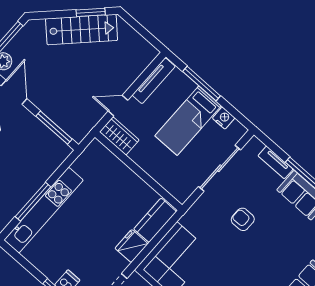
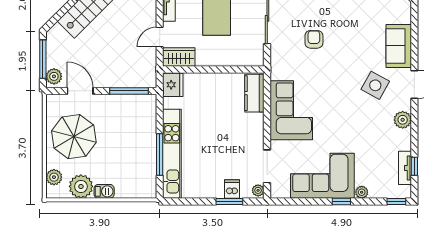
armchair: (243, 219) -> (314, 39), turned 90
fridge: (131, 246) -> (173, 85), moved, turned 180

